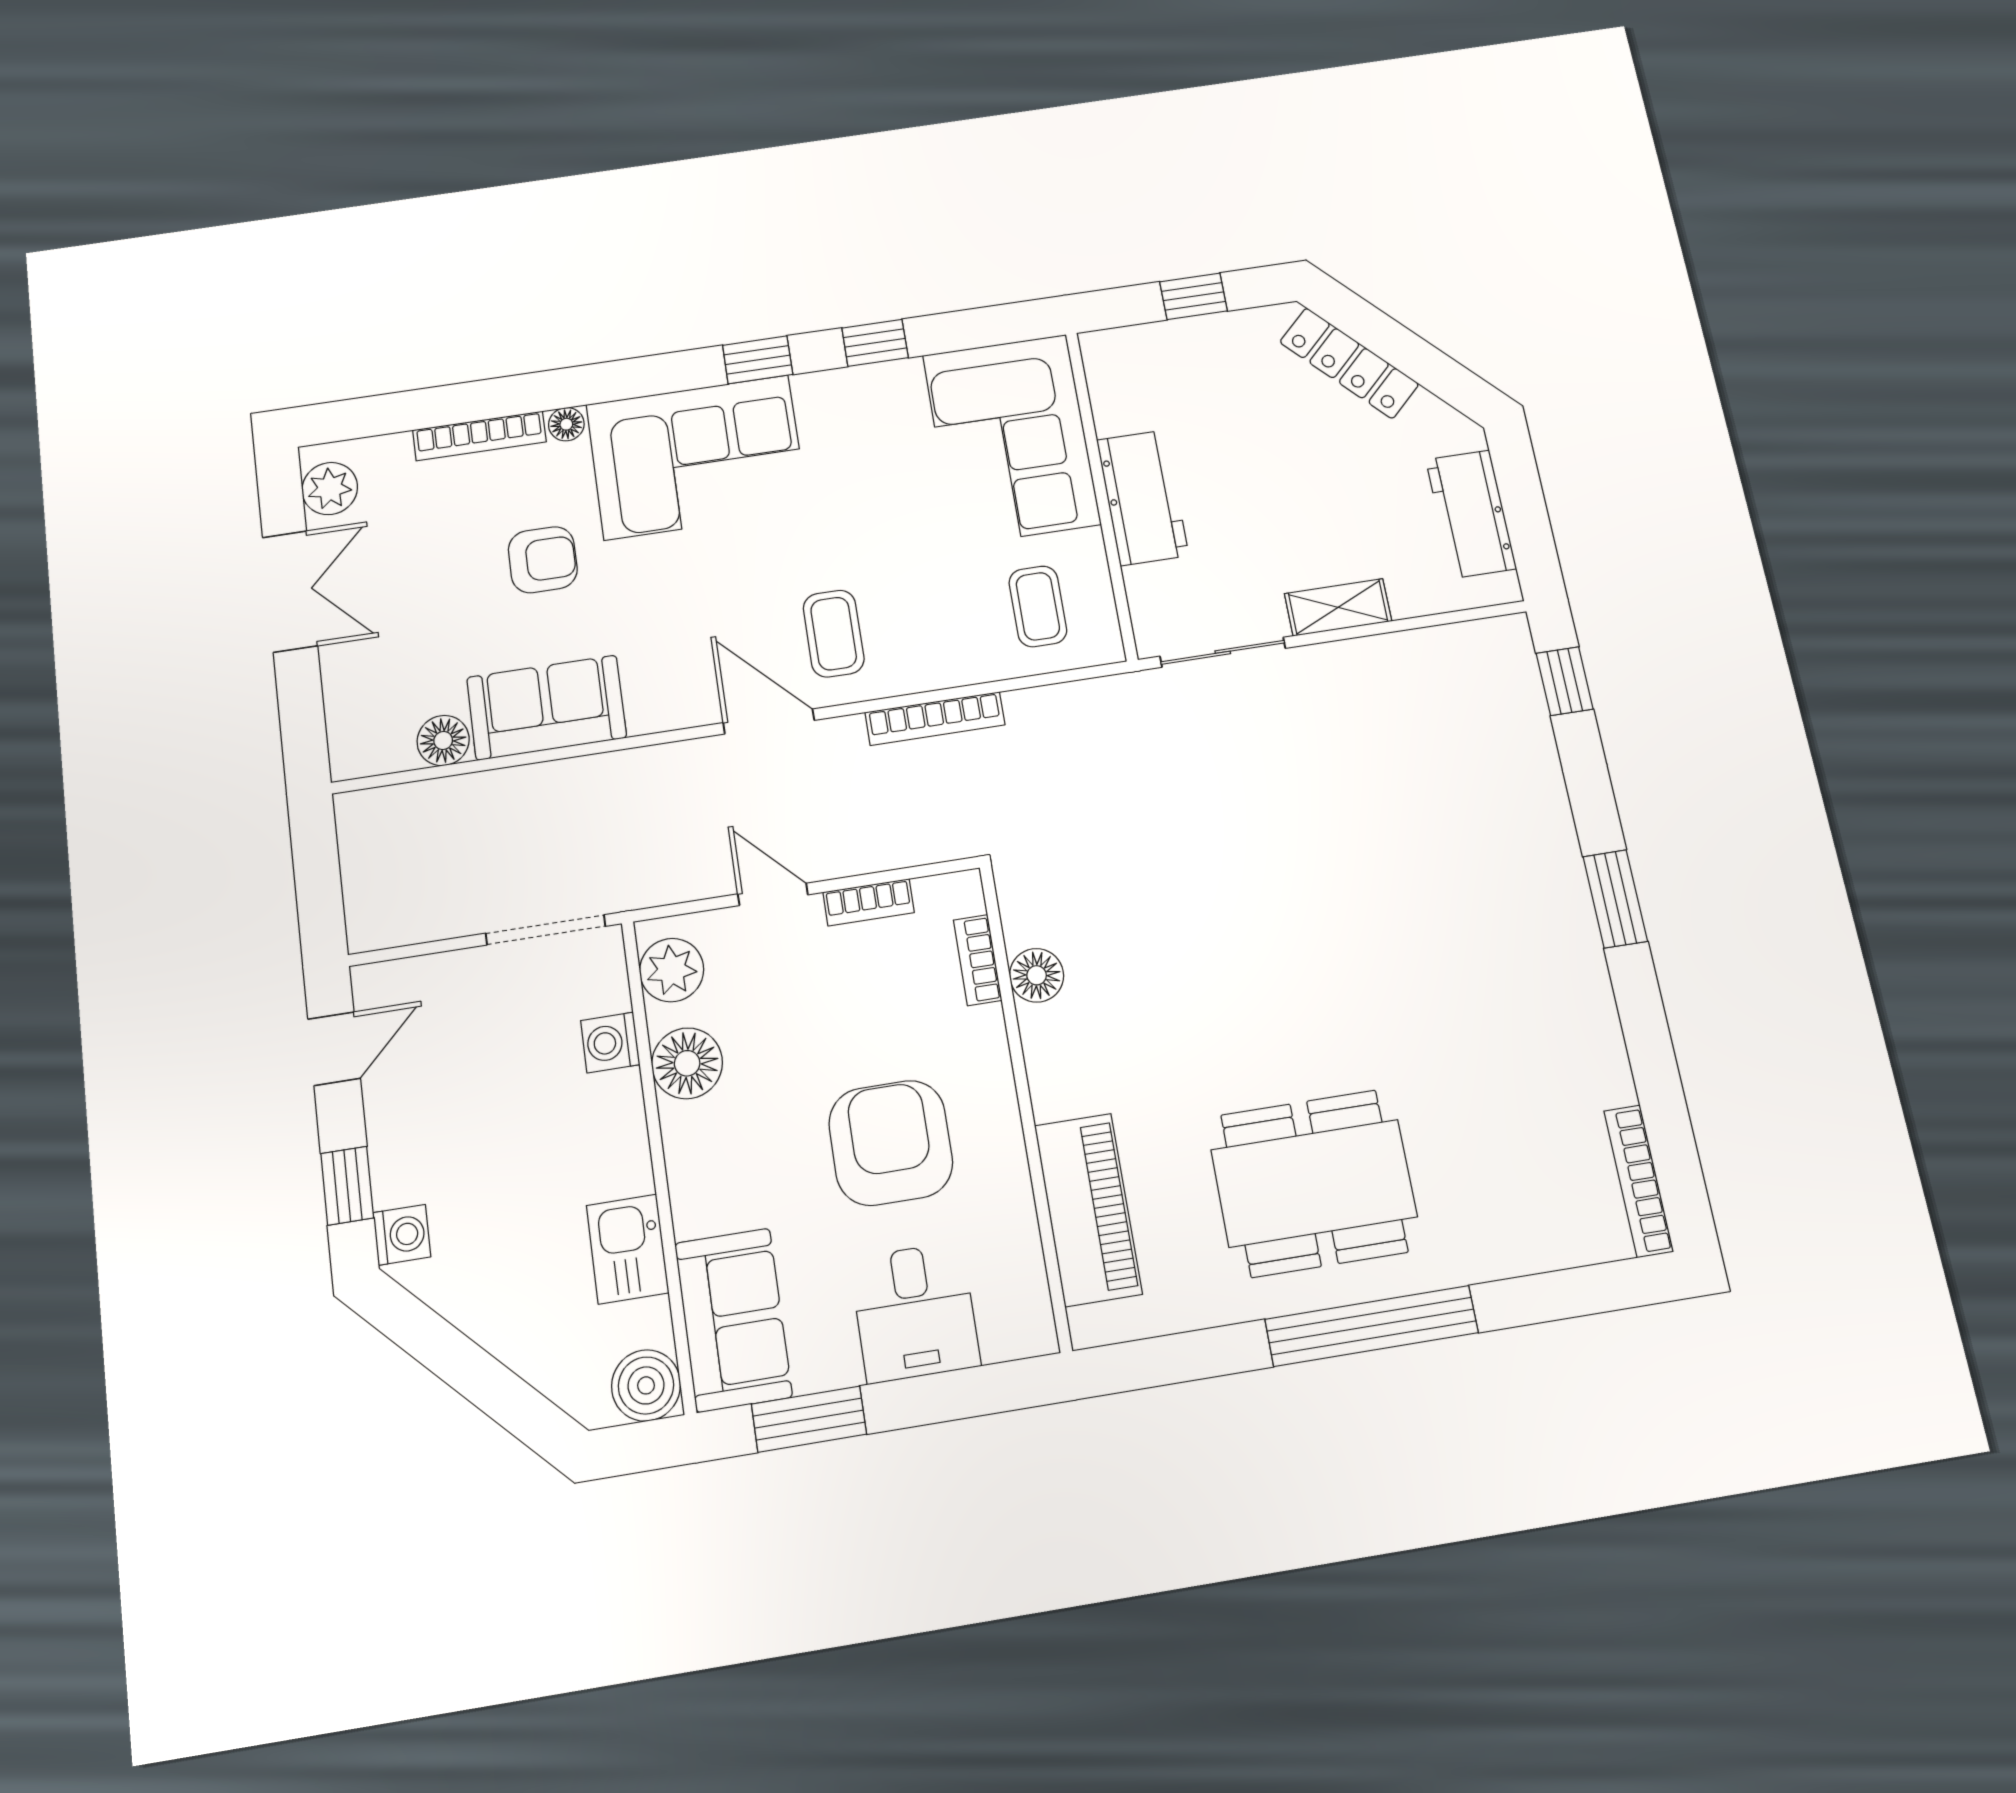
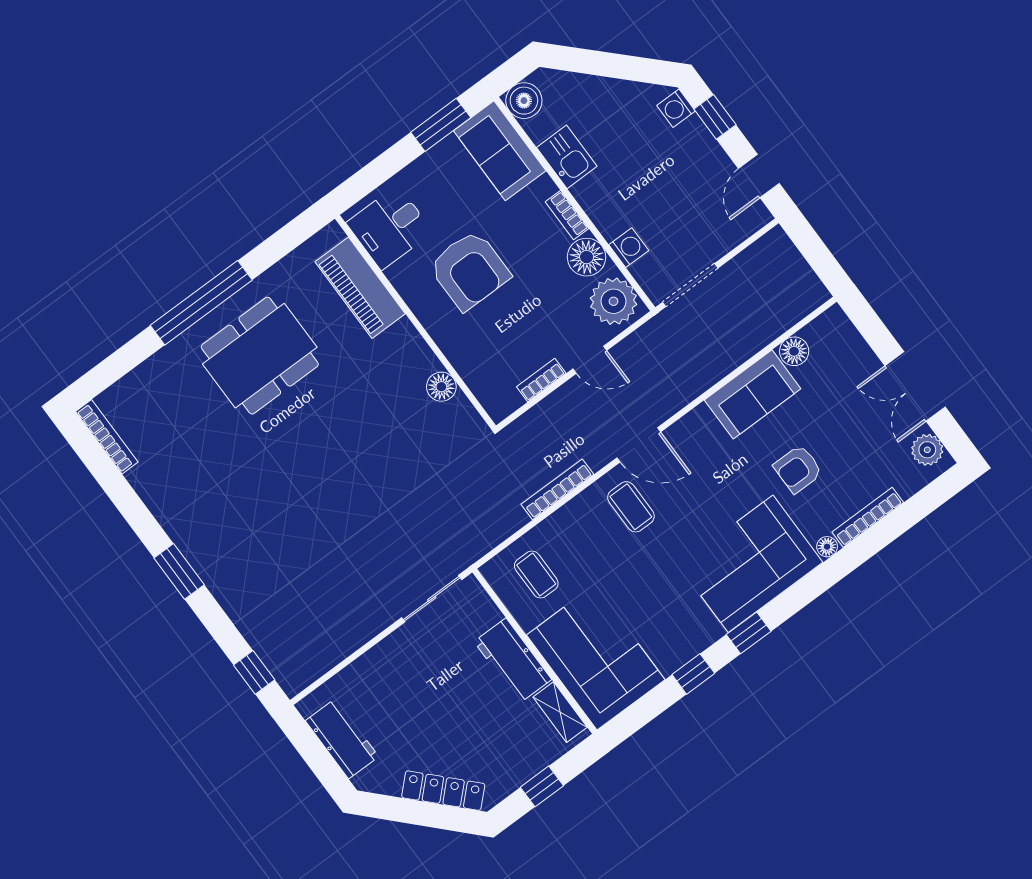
shelving: (1338, 607) -> (560, 712), moved, turned 90
bookcase: (978, 960) -> (567, 215), moved, turned 180
plant: (672, 970) -> (613, 301), width x1.36, depth x1.36
desk: (915, 1312) -> (390, 227), moved, turned -90

